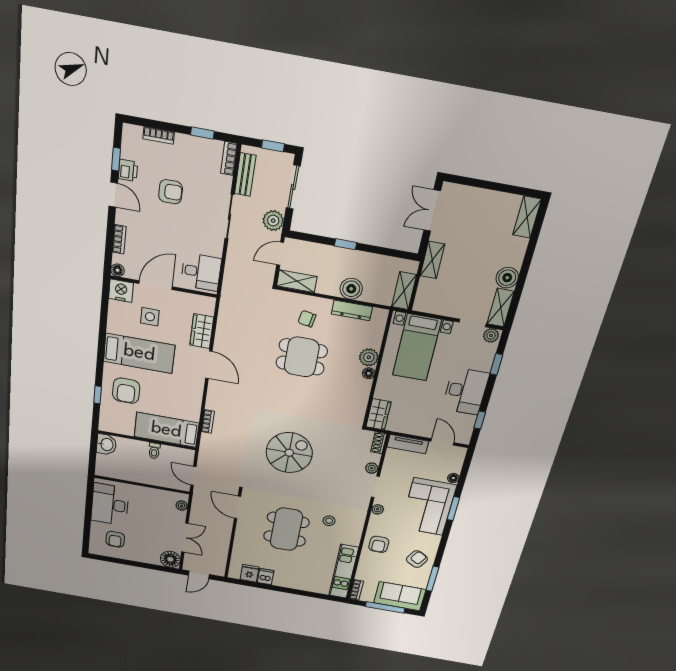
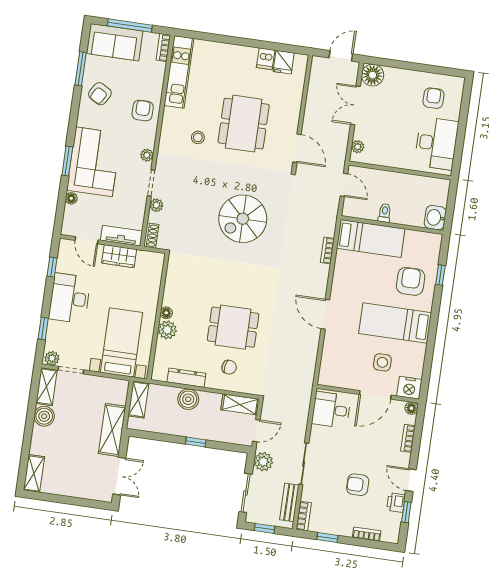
shelving: (432, 260) -> (112, 430), width x1.50, depth x1.33
wardrobe: (202, 331) -> (332, 350), removed
wardrobe: (378, 414) -> (119, 256), moved, turned -90

